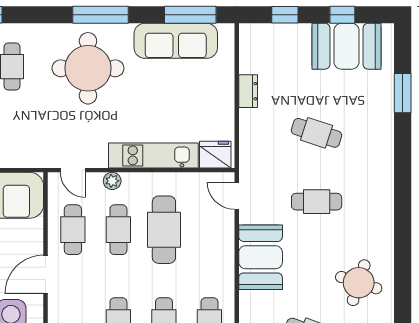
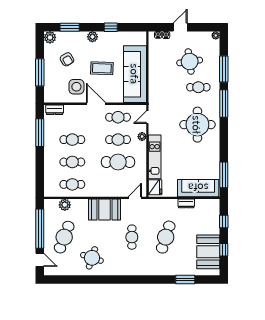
window: (100, 15) -> (224, 104), moved
sofa: (176, 41) -> (198, 188), moved, turned 90
cafe table: (317, 133) -> (166, 237), width x1.37, depth x1.35

